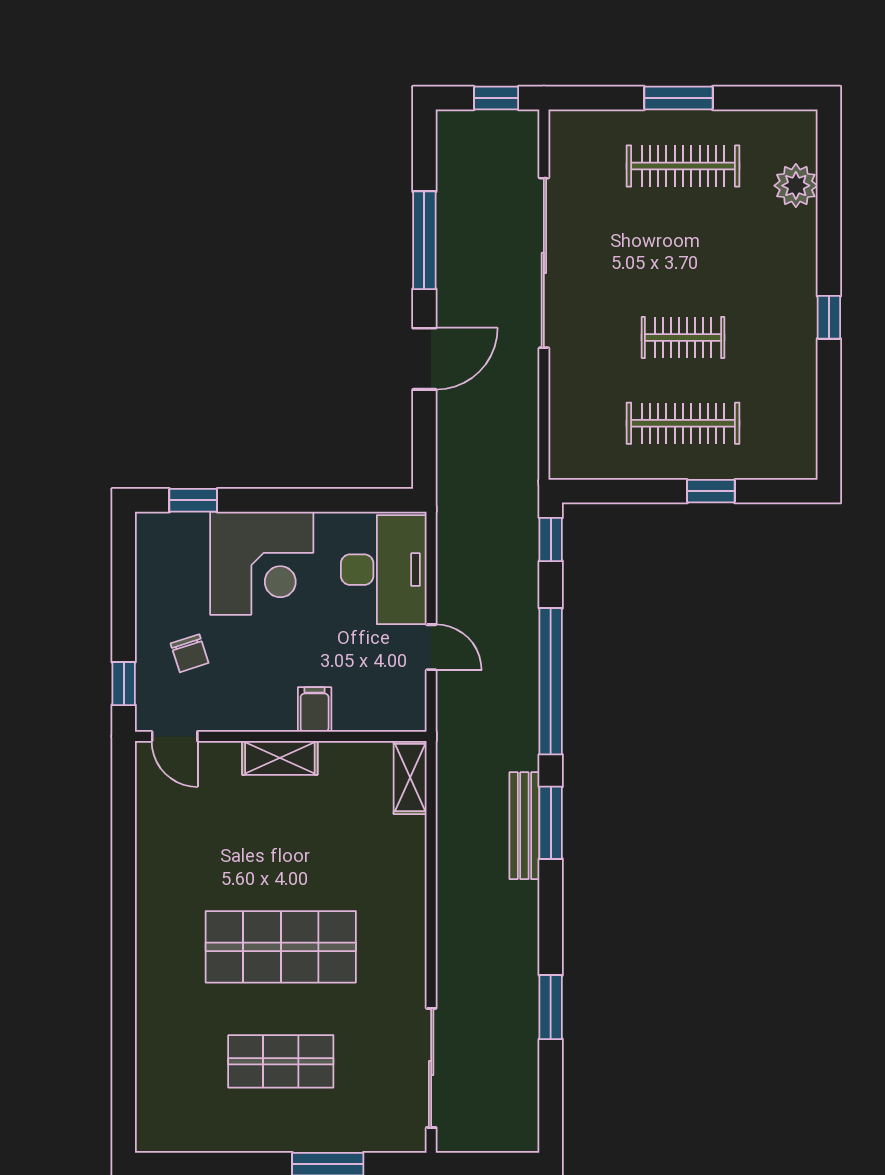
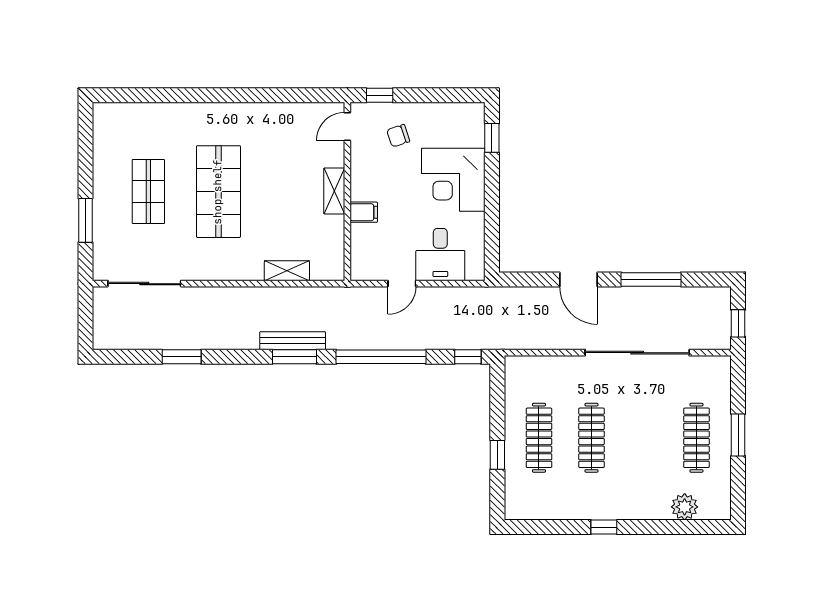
clothes rail: (683, 337) -> (591, 438), width x1.36
desk: (384, 570) -> (440, 255), width x0.73
shelving: (410, 777) -> (287, 271), moved

